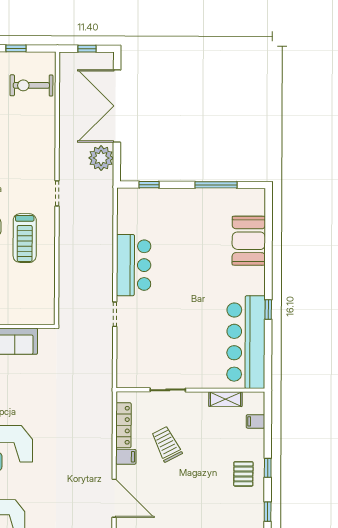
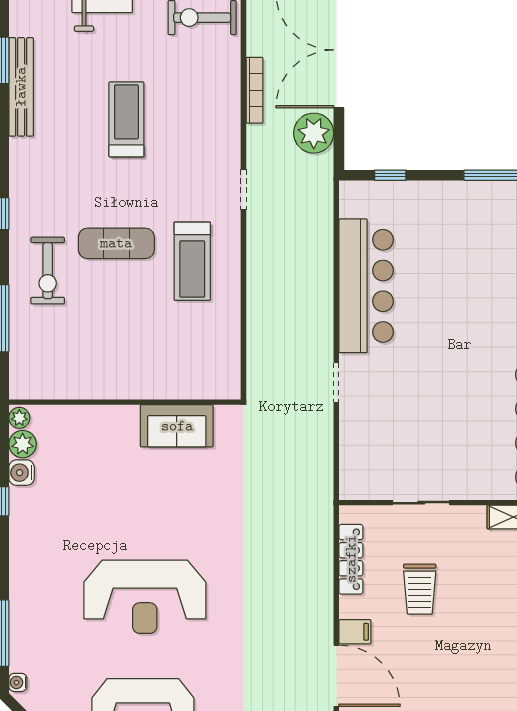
bookcase: (64, 131) -> (255, 90), added
bar counter: (134, 265) -> (366, 286), width x1.36
trolley: (167, 444) -> (420, 589), turned -153
filing cabinet: (126, 457) -> (355, 632), moved

